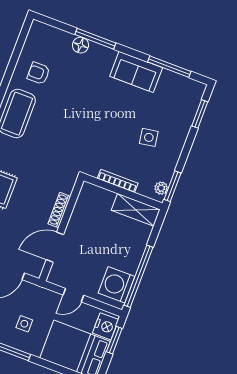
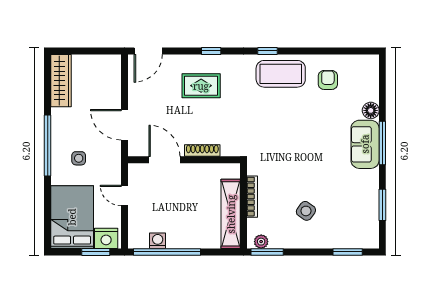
window: (95, 39) -> (382, 143), moved
window: (169, 67) -> (382, 205), width x0.69
sofa: (136, 72) -> (365, 144), moved
side table: (149, 137) -> (306, 211), turned 45
shelving: (136, 210) -> (231, 214), width x1.47
washing machine: (117, 285) -> (158, 241), width x0.53, depth x0.53

